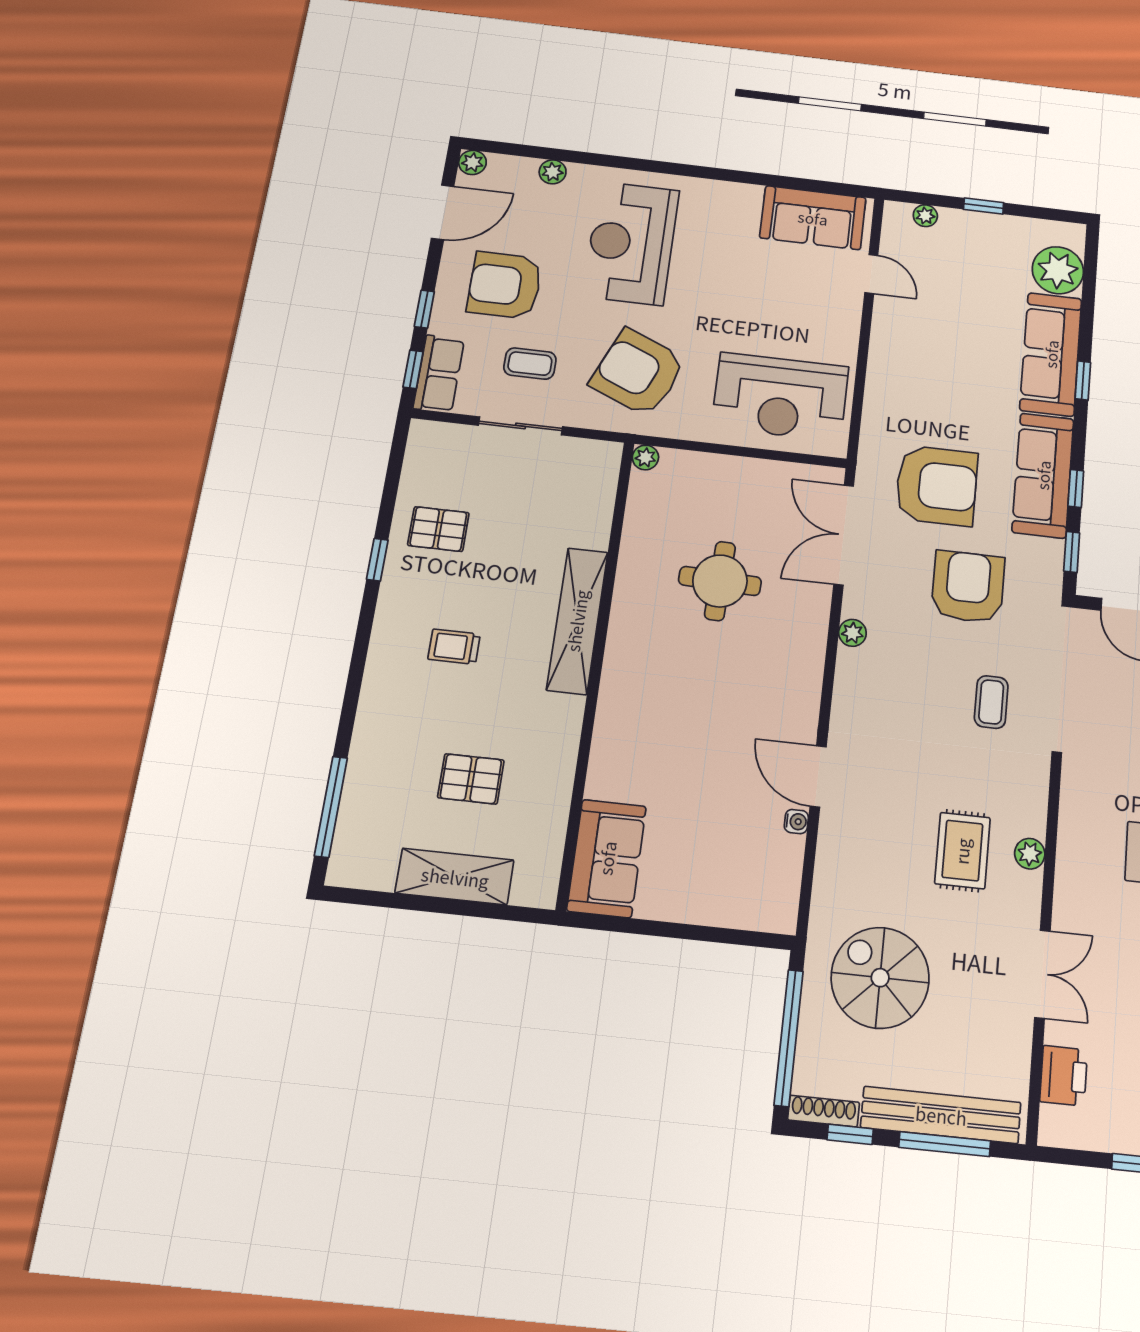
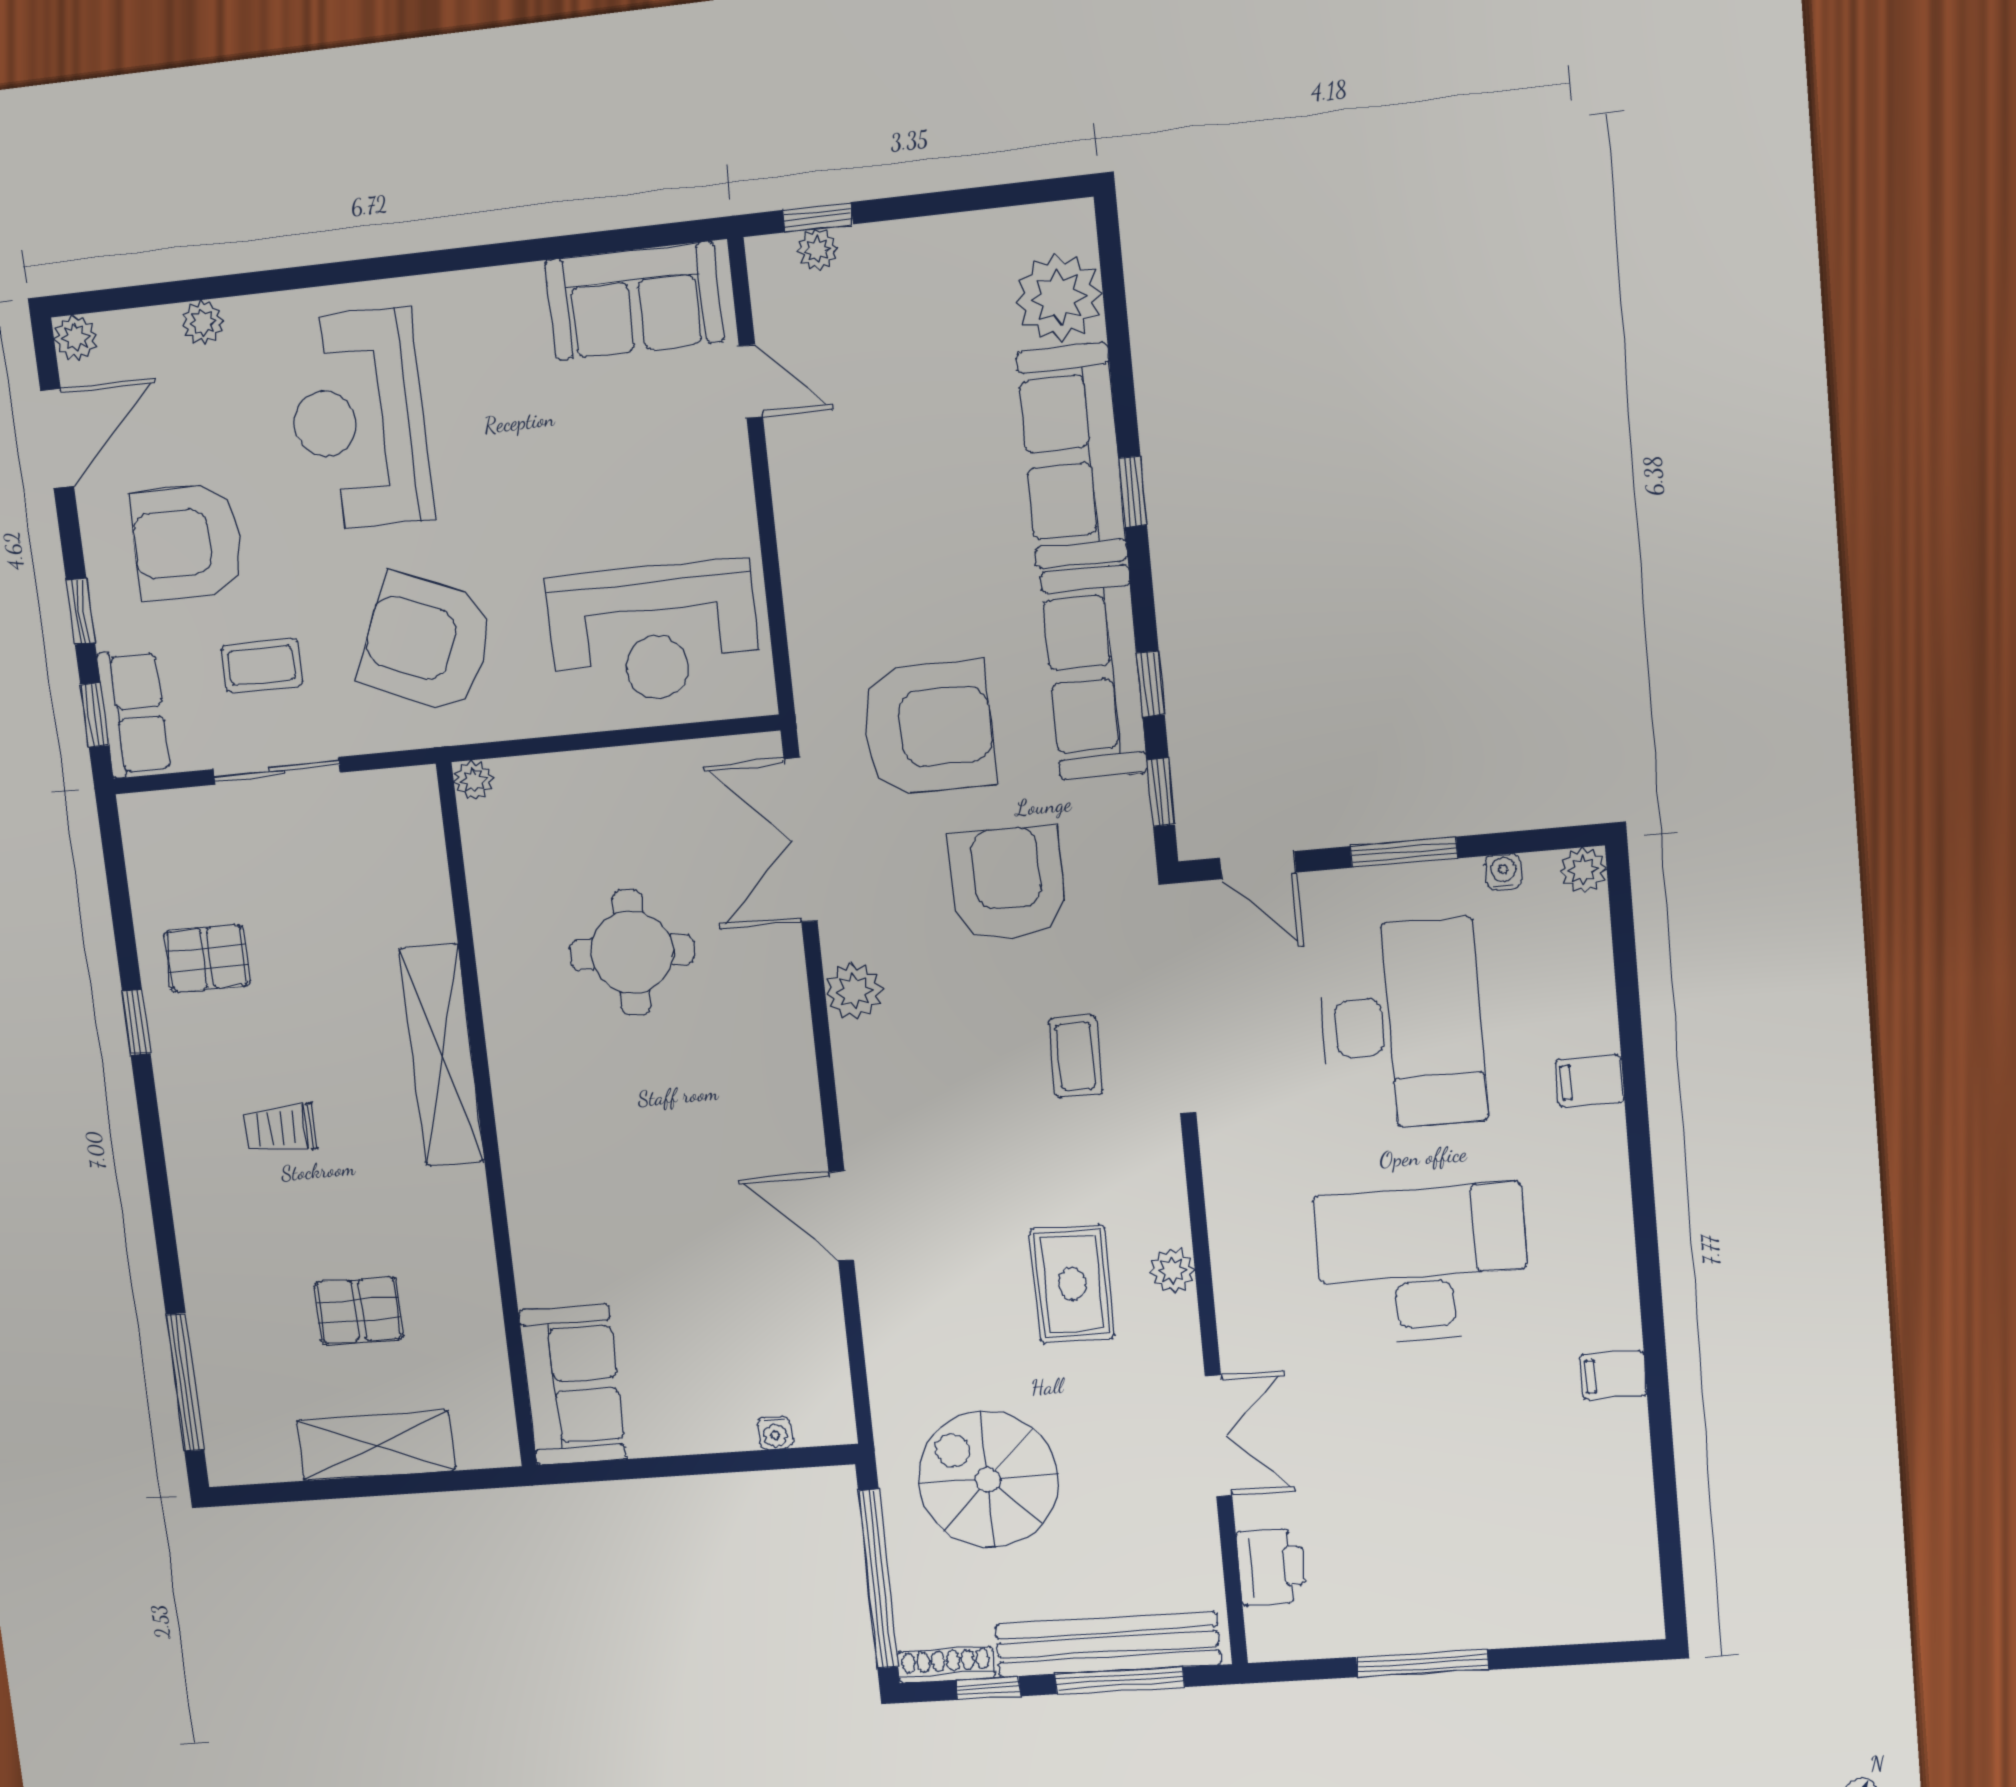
window: (984, 206) -> (818, 217), moved
plant: (852, 633) -> (854, 991), width x1.38, depth x1.38
water cooler: (796, 821) -> (775, 1433), moved, turned 90

